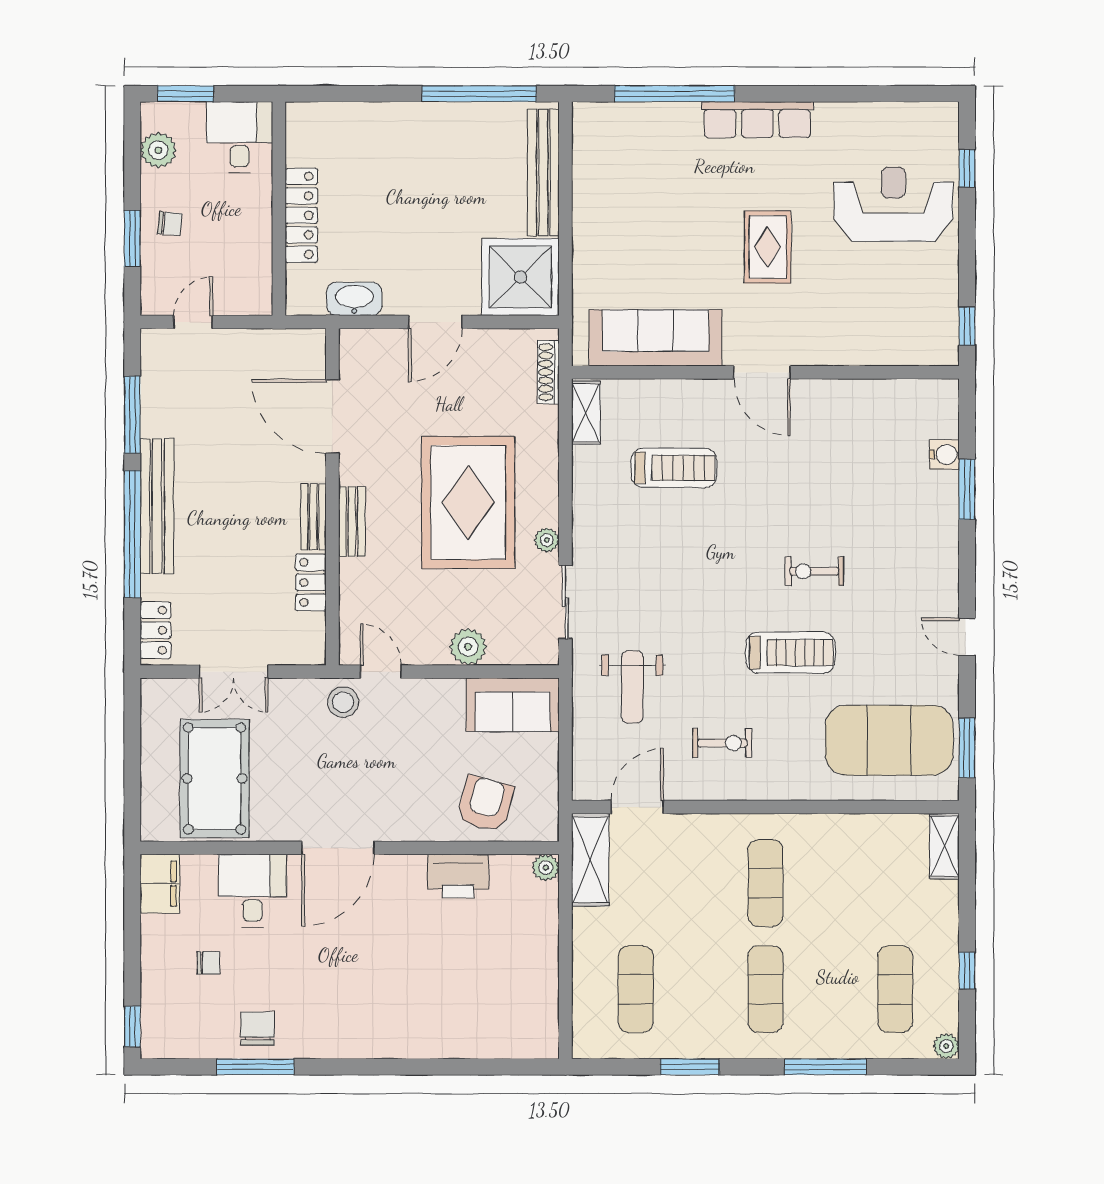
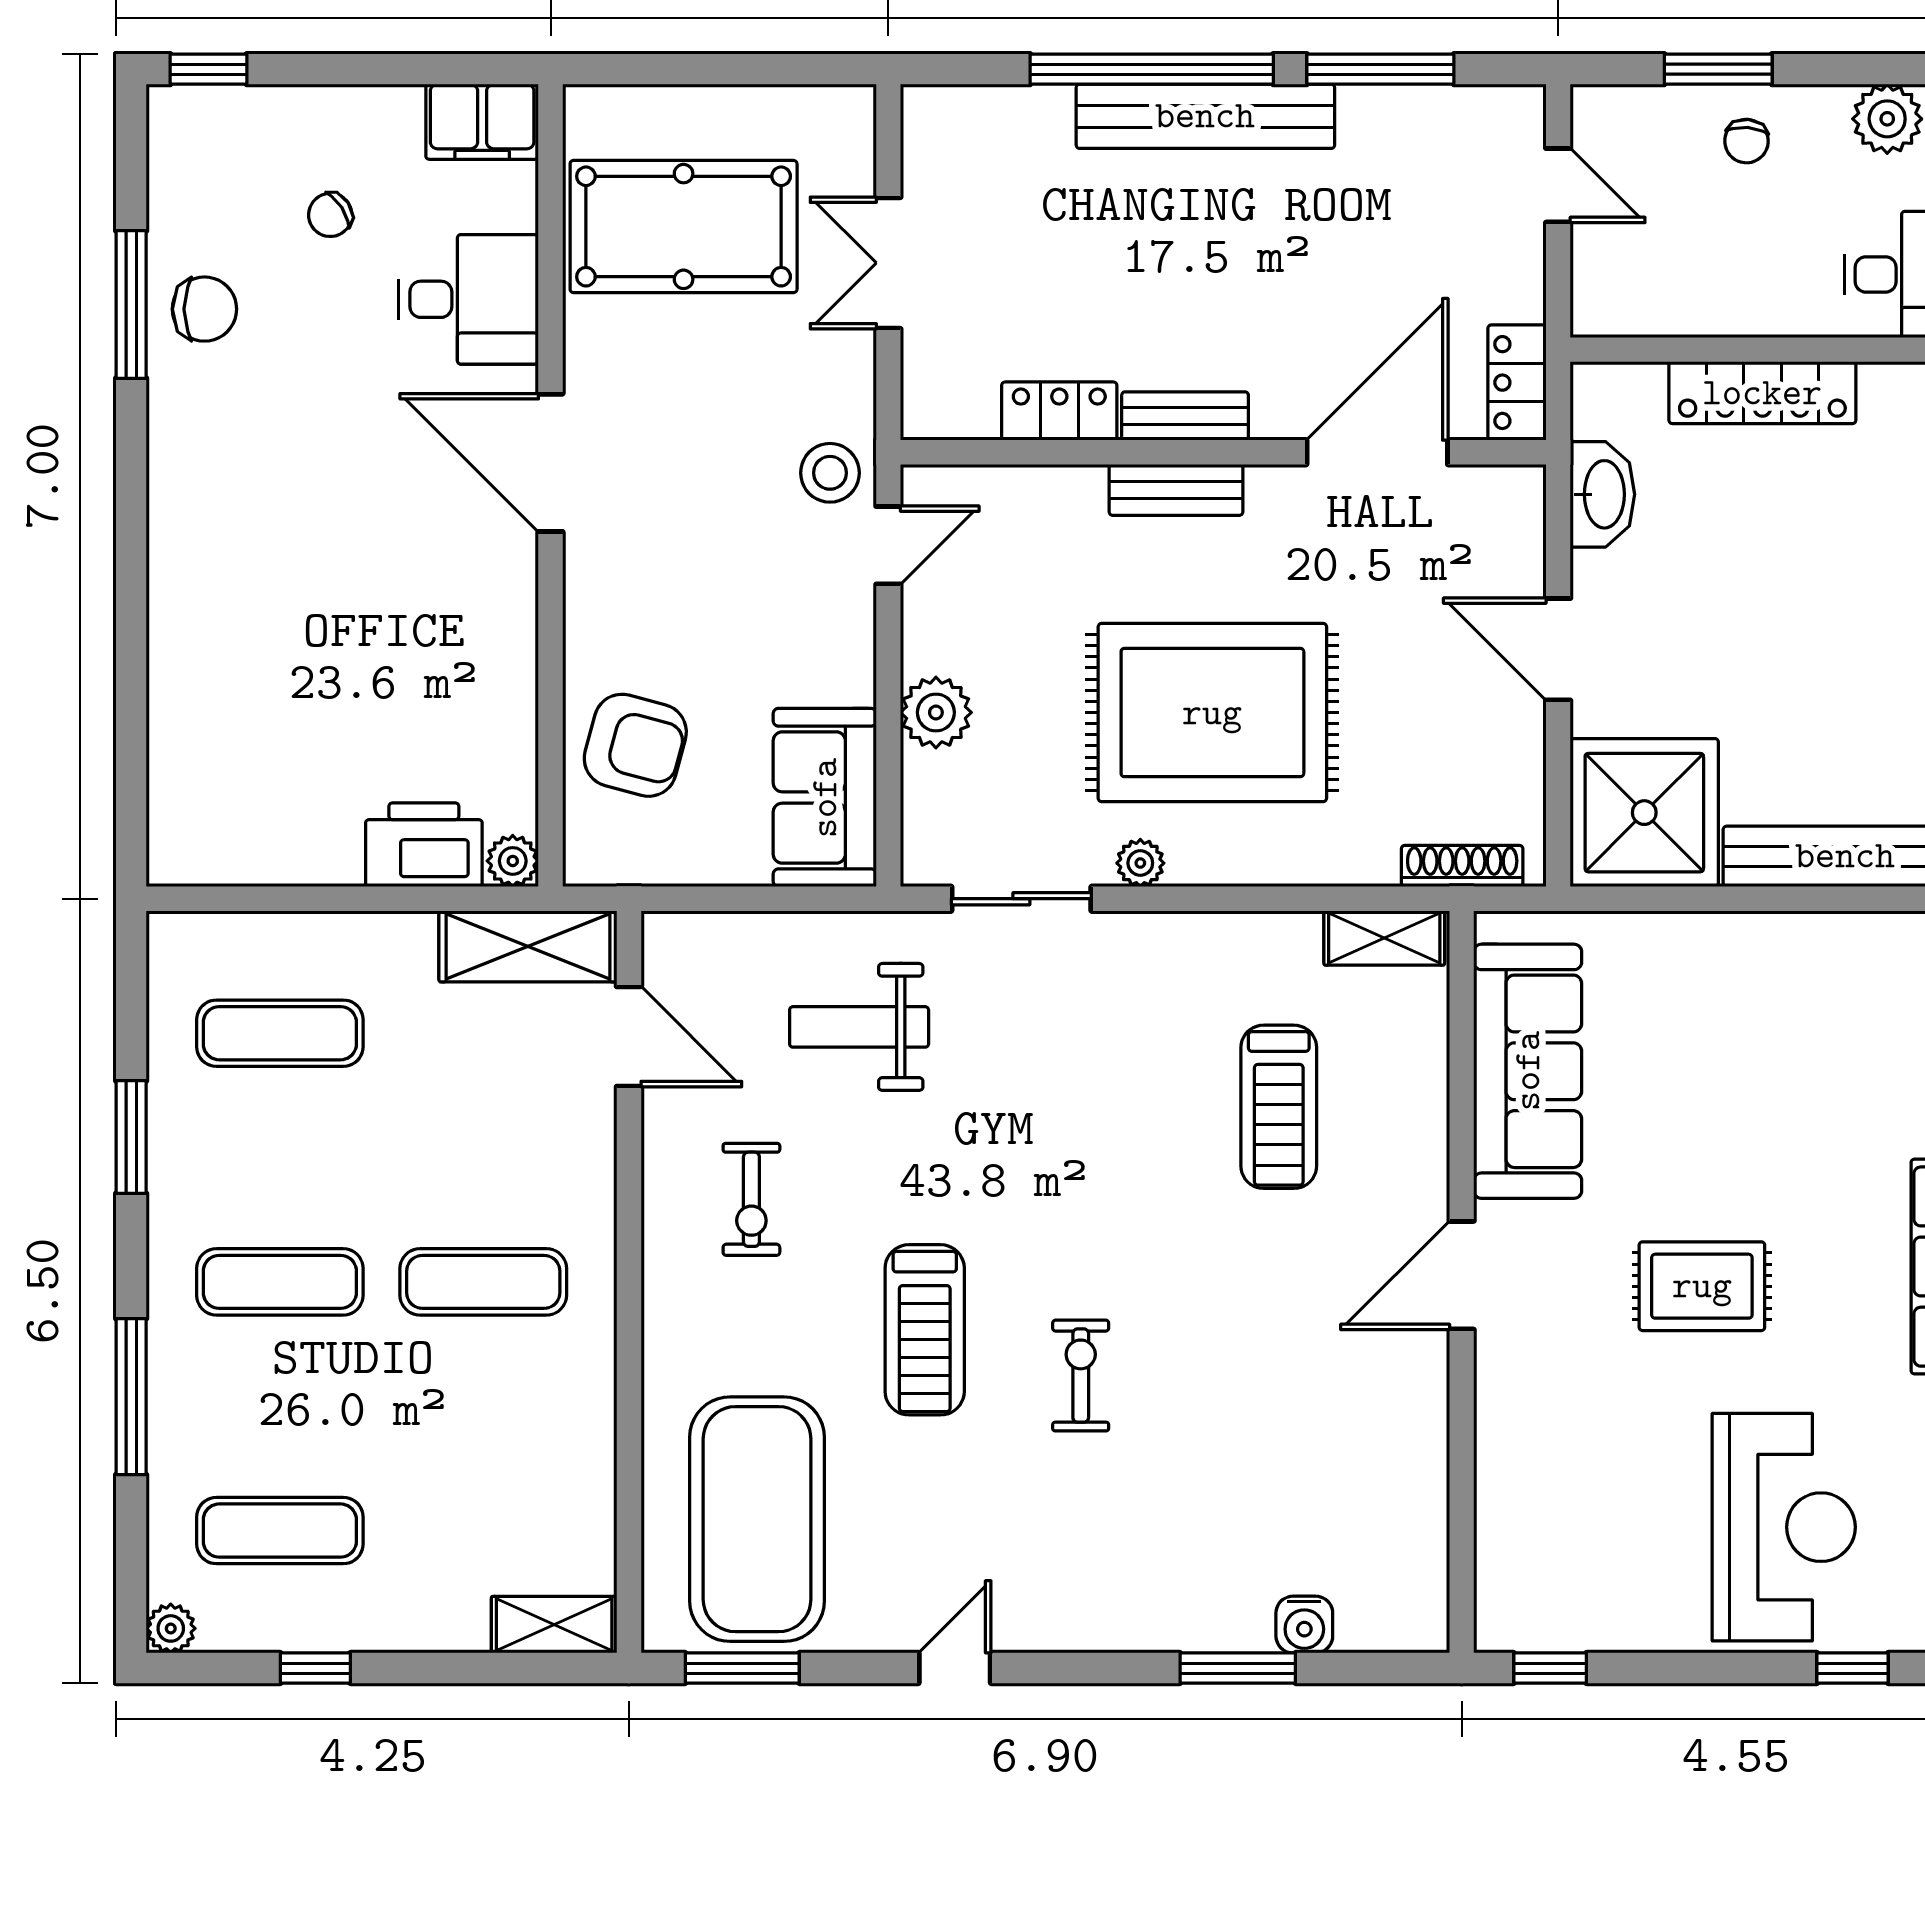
locker: (155, 630) -> (1517, 383), moved, turned 90
printer: (458, 876) -> (424, 845), moved, turned 90
chair: (208, 963) -> (330, 215), turned 57

